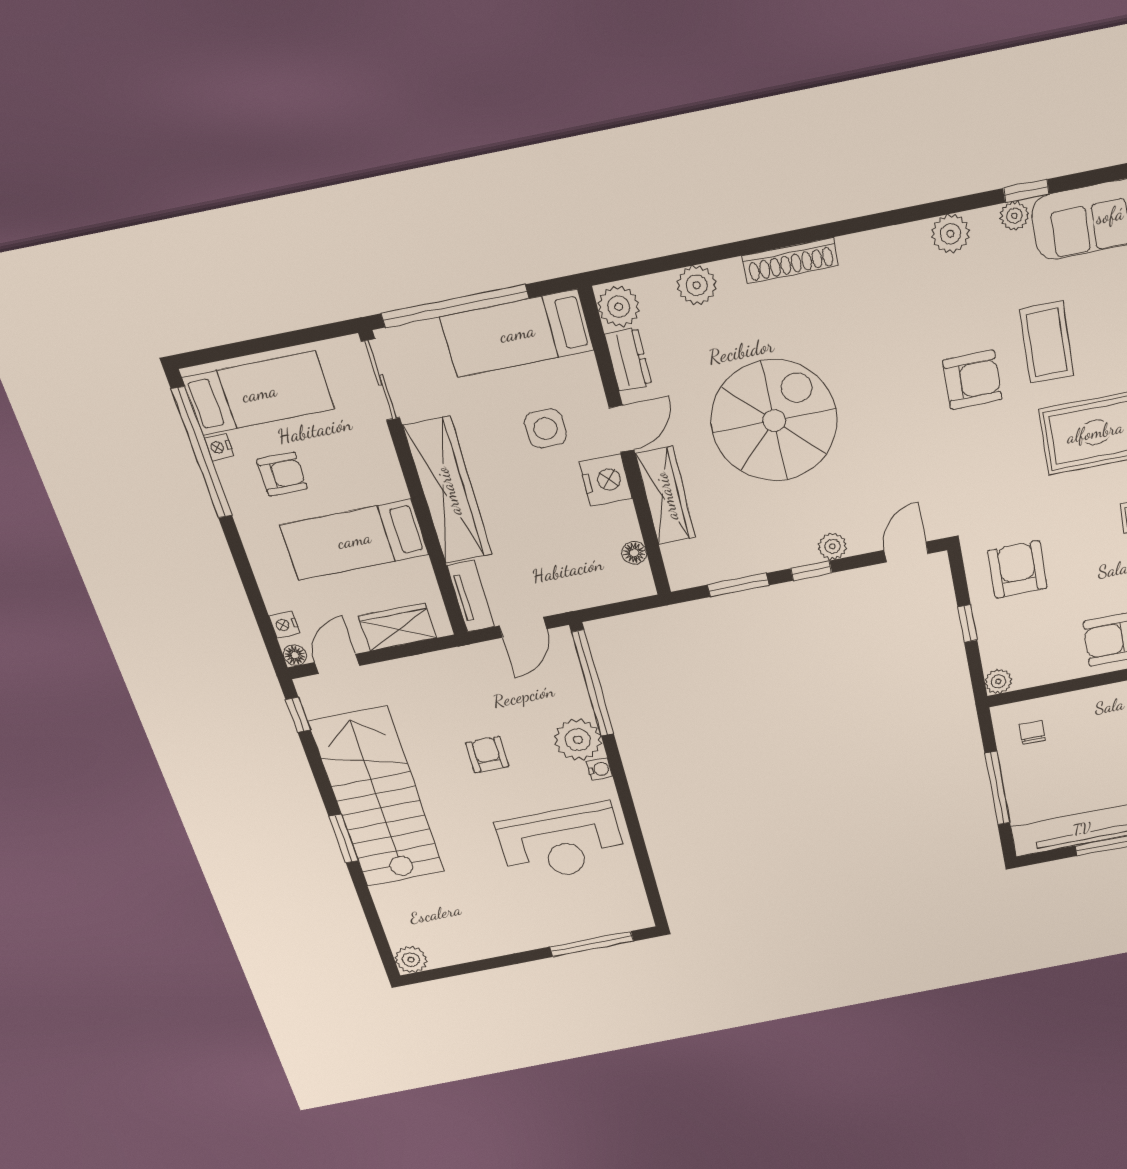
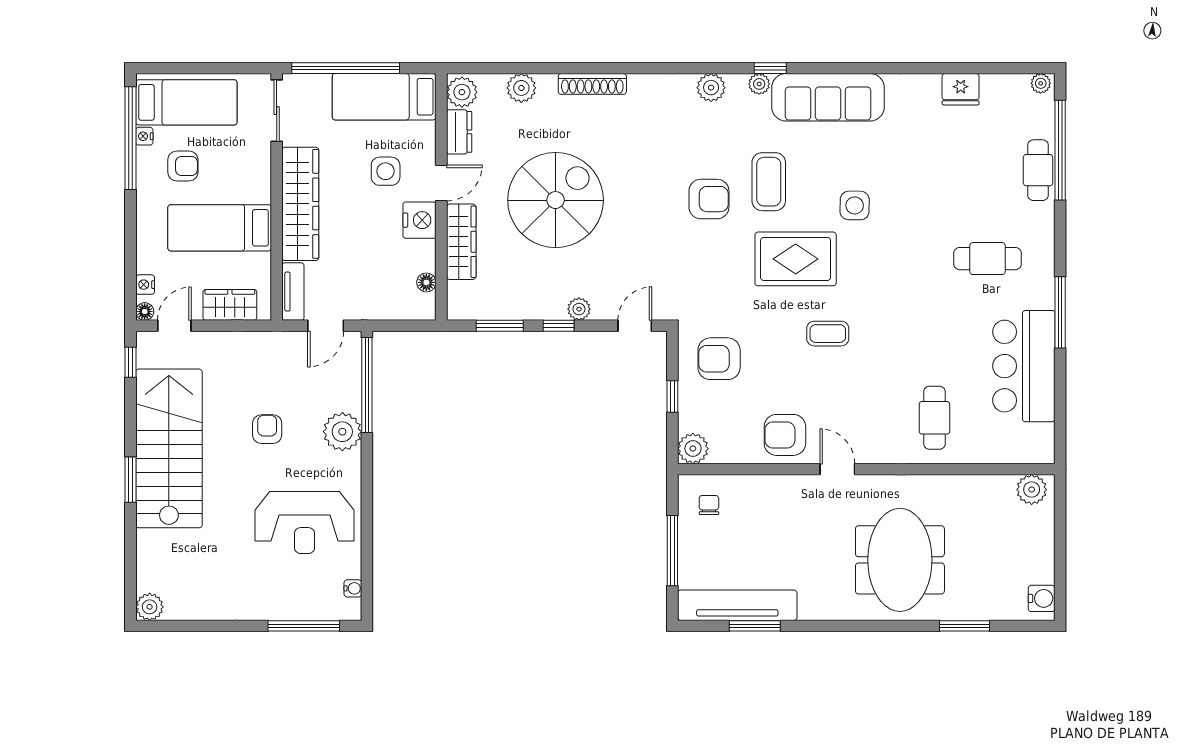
armchair: (1017, 569) -> (719, 359), turned -90
plant: (998, 681) -> (693, 449), width x1.38, depth x1.38
water cooler: (600, 769) -> (353, 588), moved

